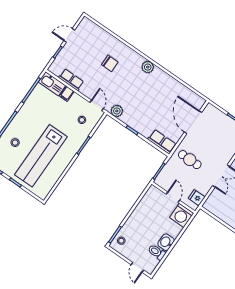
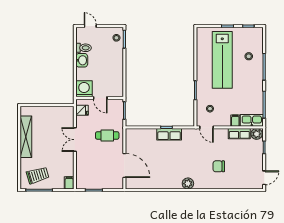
door: (69, 35) -> (264, 178), moved
plant: (117, 111) -> (257, 134), moved
row of seats: (162, 142) -> (169, 134), moved
lab bench: (41, 156) -> (222, 60), turned 180

